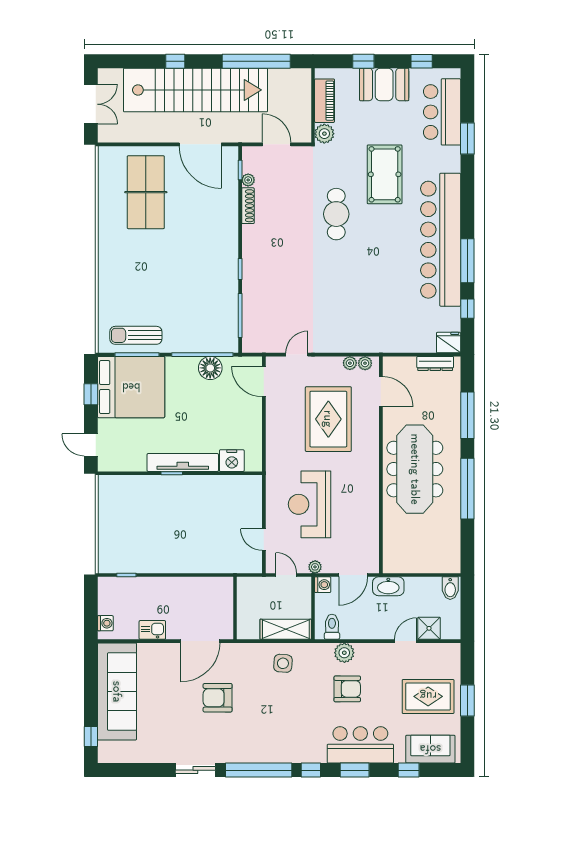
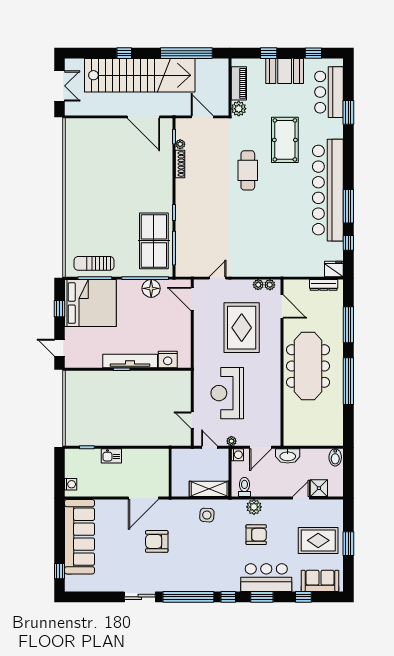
table tennis table: (146, 192) -> (154, 241), moved
kitchen sink: (152, 630) -> (111, 456), moved, turned 180

